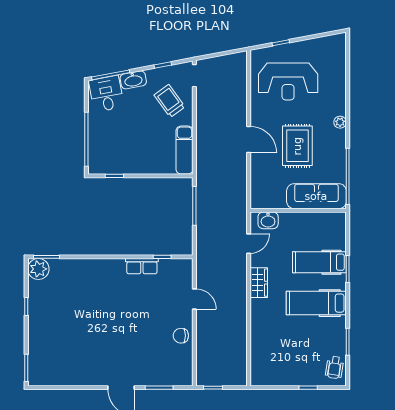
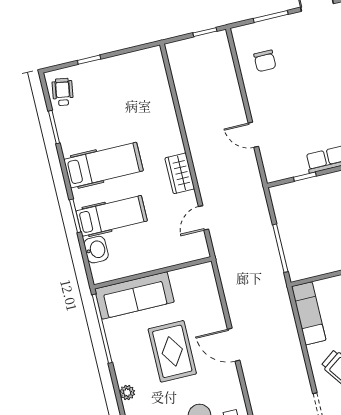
washbasin: (268, 220) -> (96, 250), moved, turned 90
chair: (181, 336) -> (265, 61), moved, turned 90

